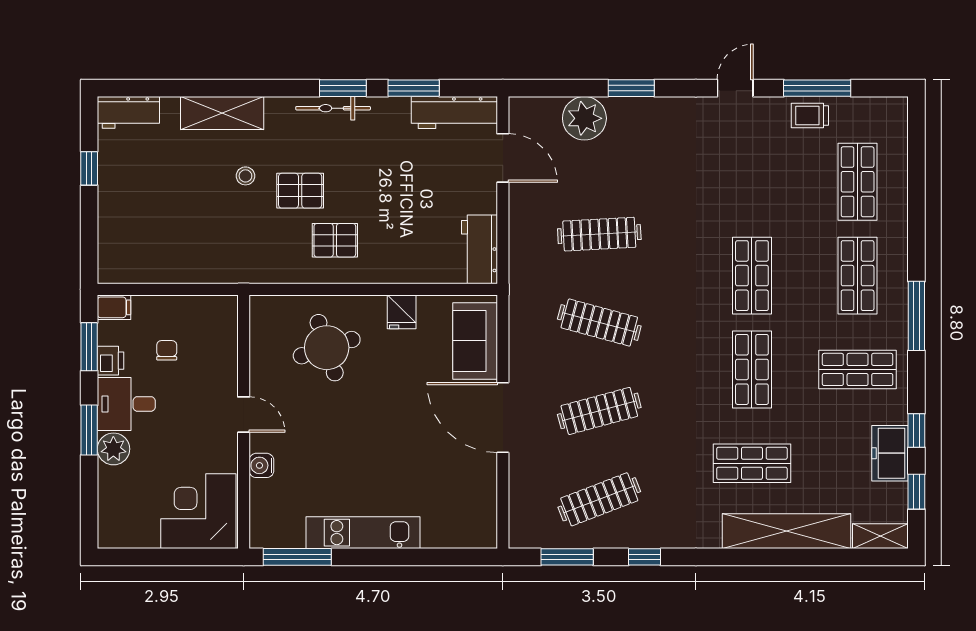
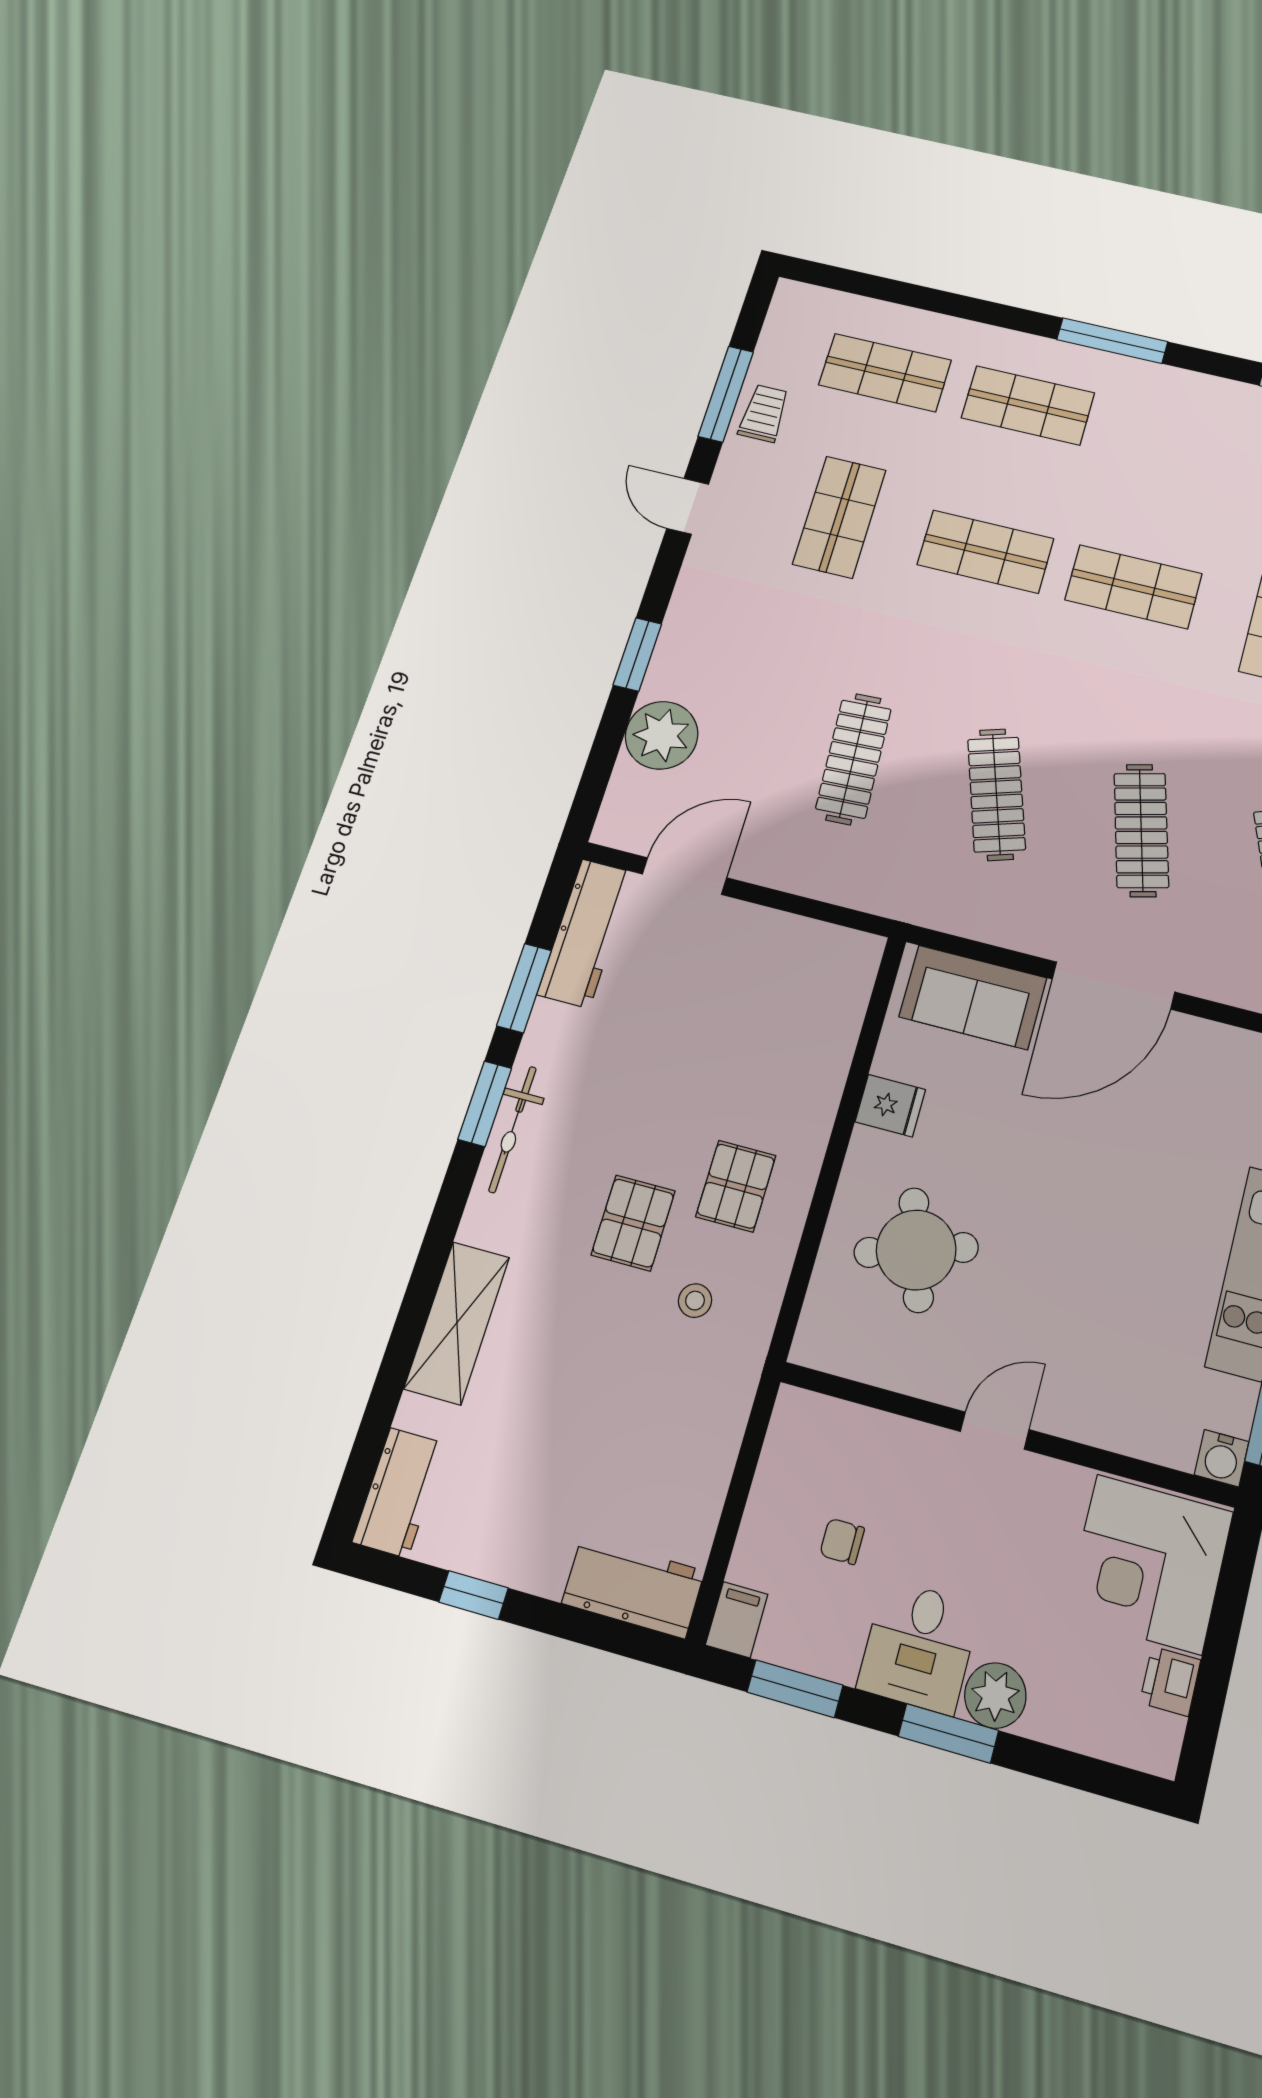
trolley: (810, 115) -> (764, 413), turned 180
stool: (245, 176) -> (695, 1301), moved
workbench: (479, 249) -> (633, 1587), moved, turned 180
clothes rail: (599, 323) -> (996, 794), turned -33
printer: (111, 361) -> (1170, 1681), moved, turned -90
shop shelf: (858, 369) -> (839, 517), moved
water cooler: (261, 465) -> (1222, 1458), moved

